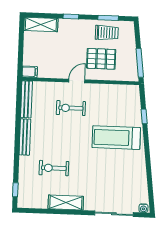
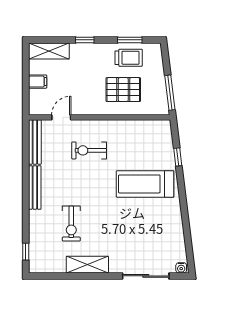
filing cabinet: (30, 72) -> (38, 82), moved
door: (77, 81) -> (61, 117), moved
exercise bike: (54, 168) -> (71, 224), turned -90

